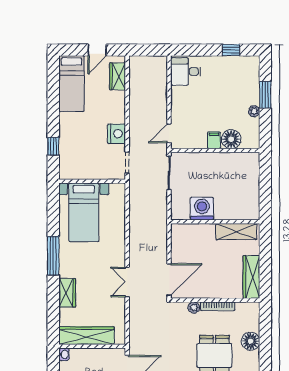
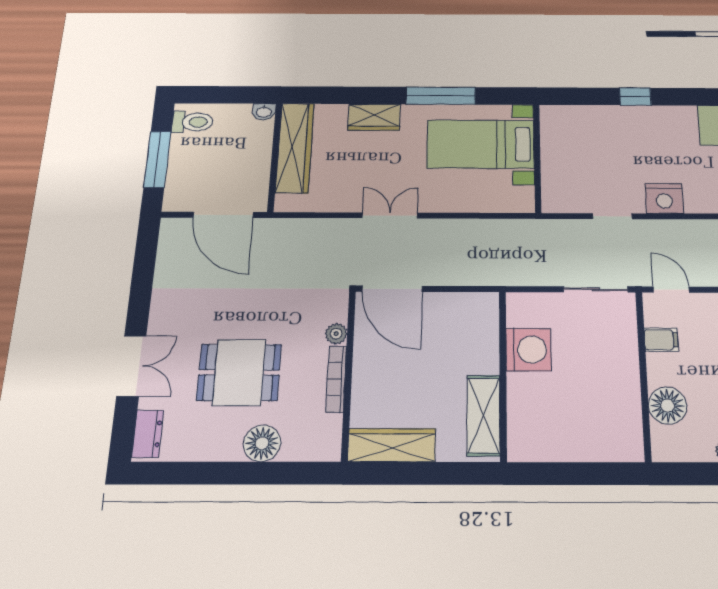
filing cabinet: (214, 140) -> (661, 340), moved
wall: (92, 181) -> (537, 158), moved
bed with nightstands: (84, 212) -> (481, 144), moved

